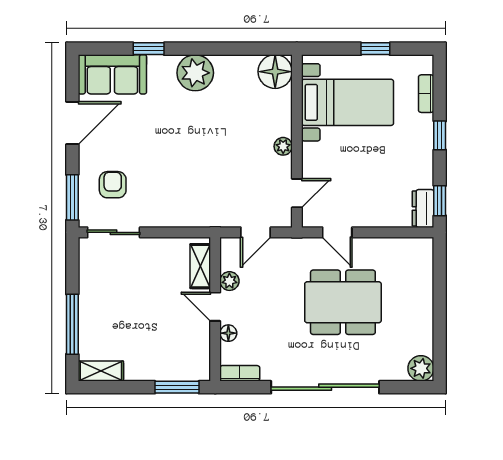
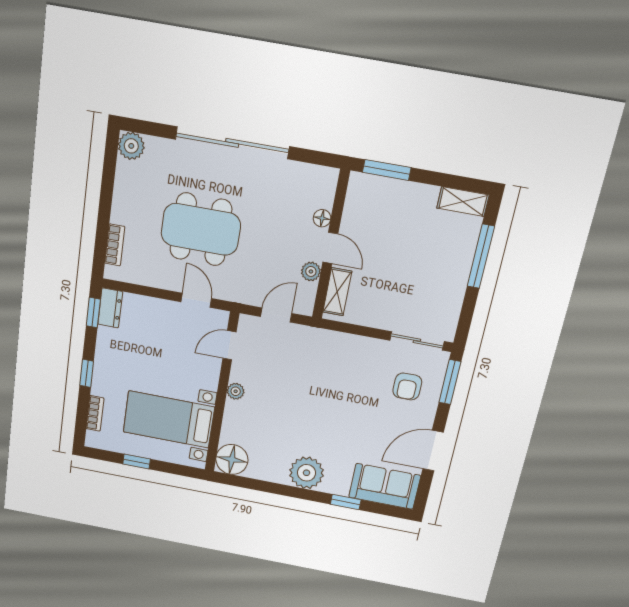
bookcase: (240, 373) -> (115, 245), moved, turned -90

